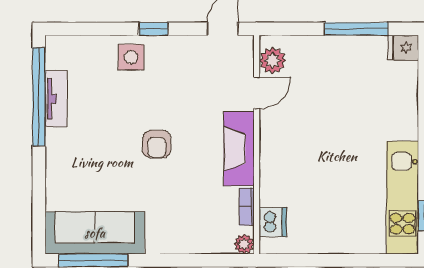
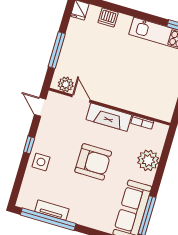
window: (356, 29) -> (57, 50), moved
armchair: (157, 144) -> (93, 162), width x1.88, depth x1.88
dishwasher: (273, 222) -> (108, 17), moved, turned 180
plant: (244, 244) -> (148, 160), moved, width x1.88, depth x1.88

